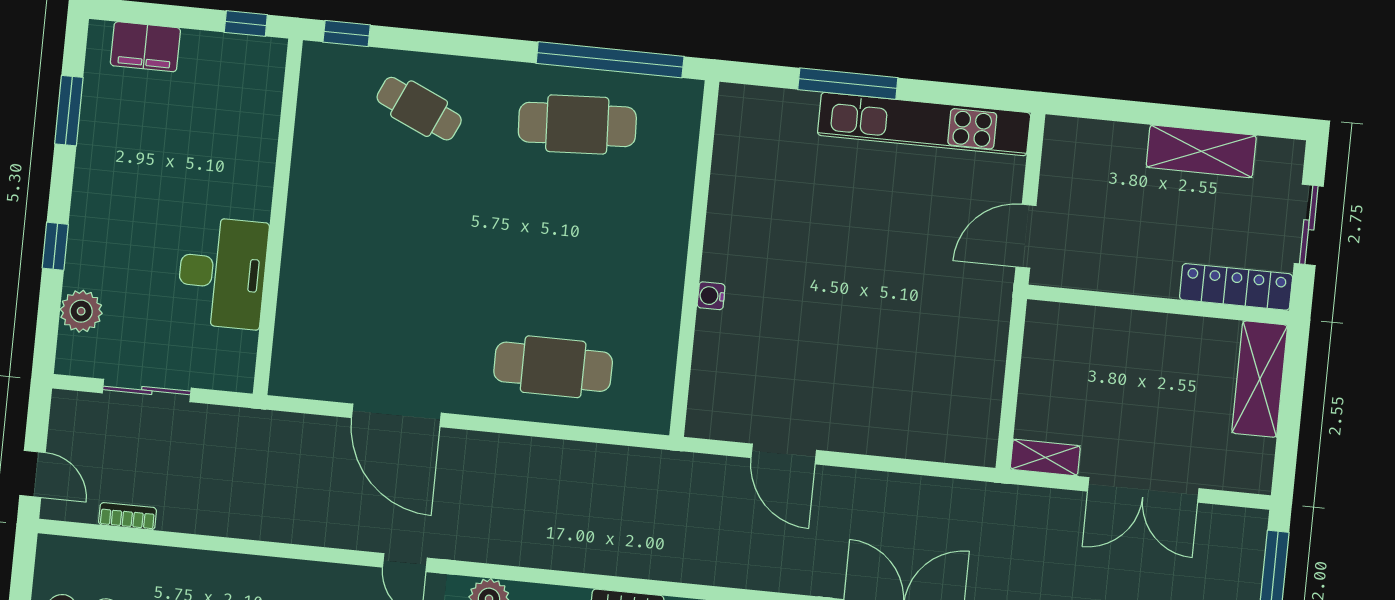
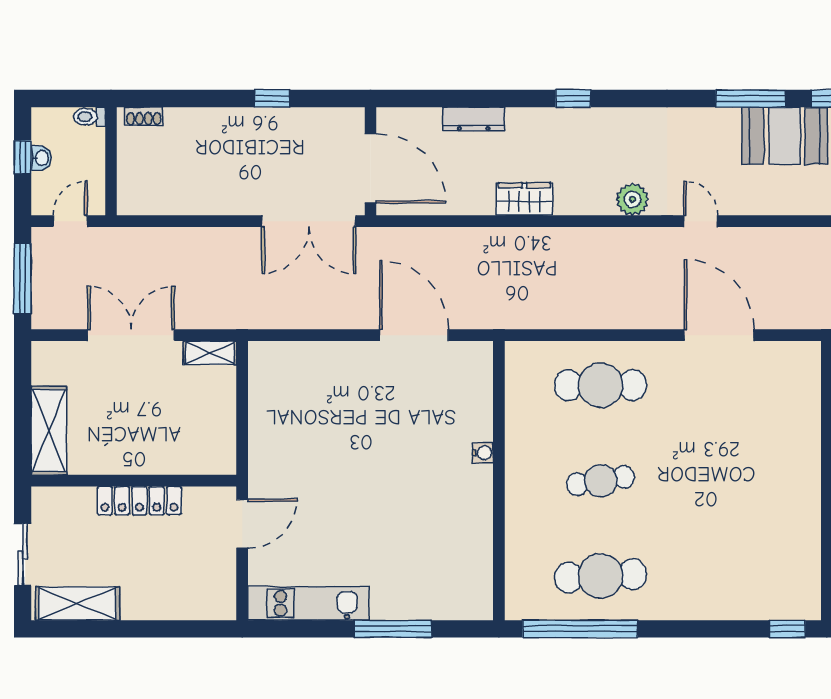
cafe table: (419, 109) -> (601, 481), moved, turned -33
kitchen unit: (924, 124) -> (308, 603), width x0.73
shelving: (1201, 151) -> (77, 604), moved
locker: (1236, 287) -> (139, 501), moved
door: (784, 454) -> (414, 335), width x1.36

